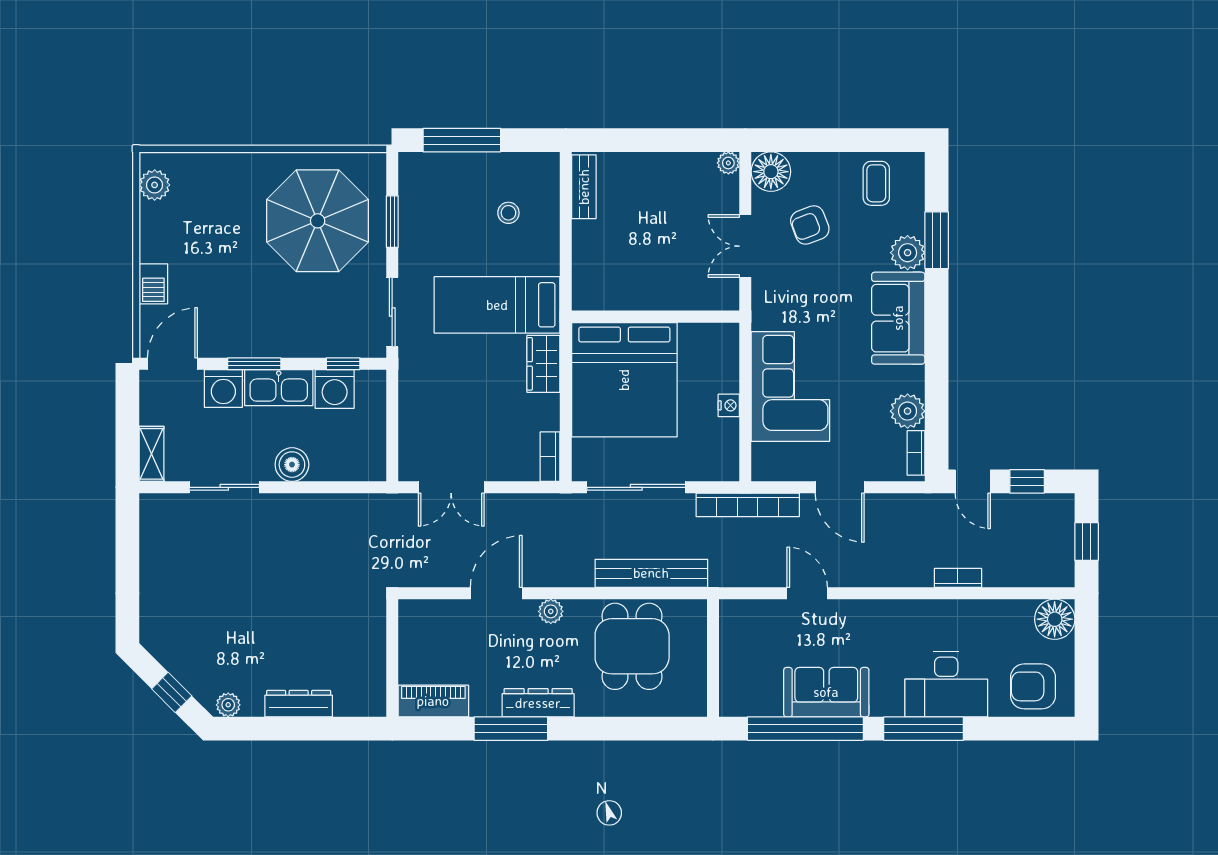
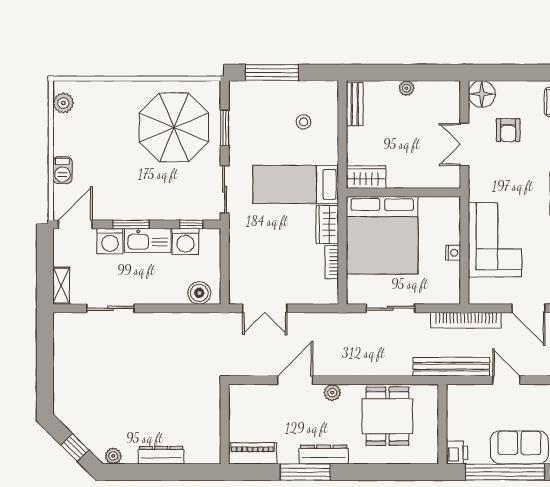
plant: (728, 163) -> (406, 88), moved
armchair: (810, 225) -> (508, 130), turned -69
wardrobe: (601, 294) -> (366, 177), added
bookcase: (550, 457) -> (332, 262), moved
boiler: (292, 465) -> (199, 293), moved
sliding door: (636, 487) -> (390, 308), width x0.73
bench: (651, 573) -> (451, 367), moved
printer: (734, 700) -> (457, 453), added

